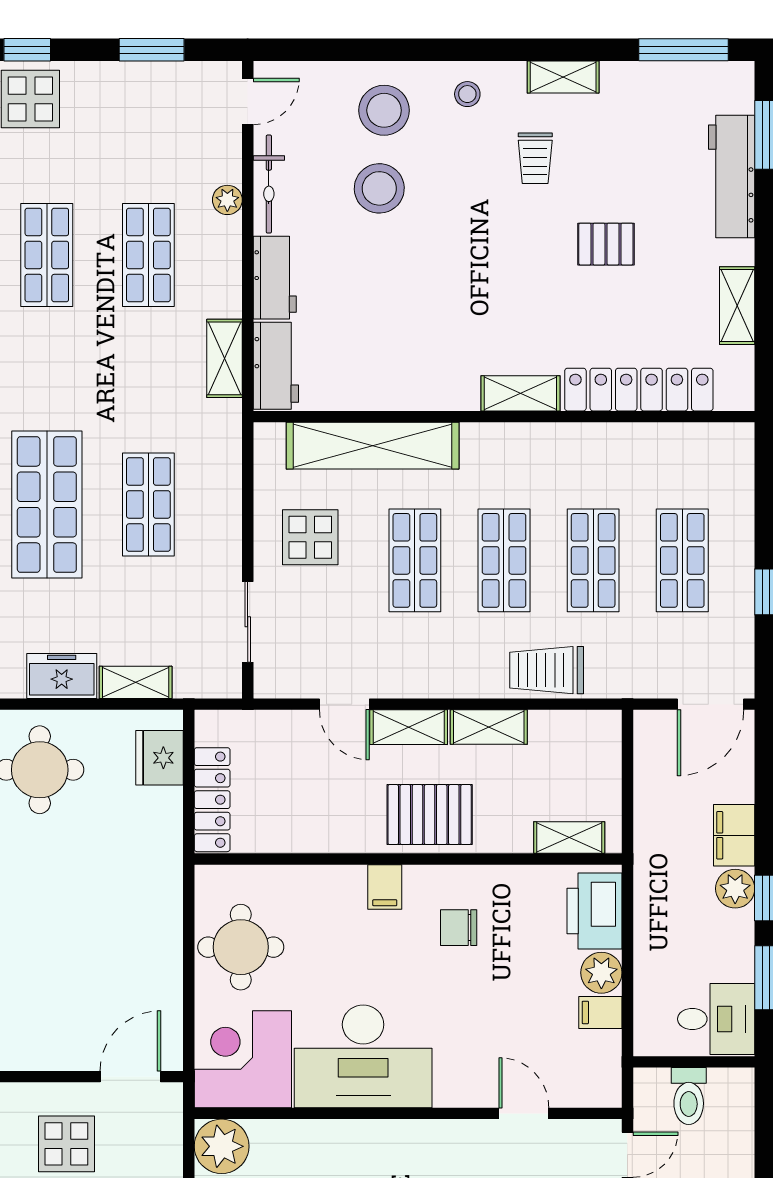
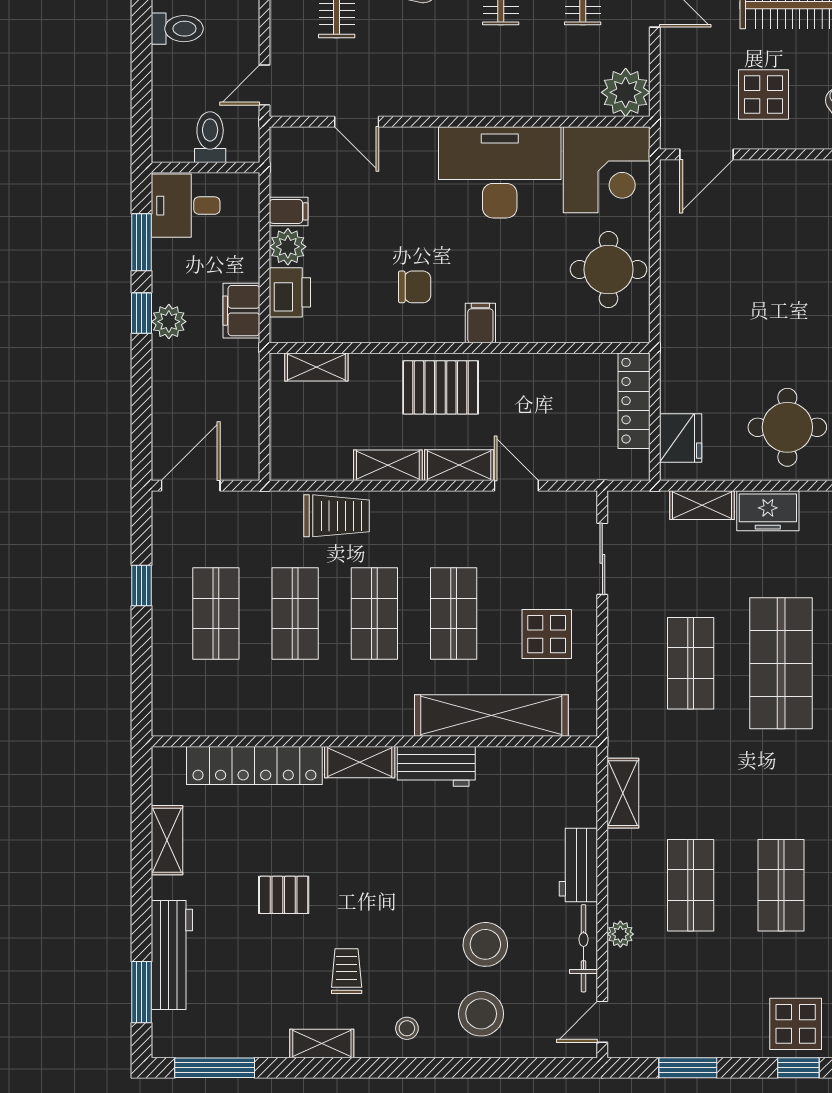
workbench: (276, 366) -> (436, 766), moved, turned -90
filing cabinet: (734, 835) -> (241, 311), moved, turned 180
printer: (595, 911) -> (290, 292), width x0.73, depth x0.84

